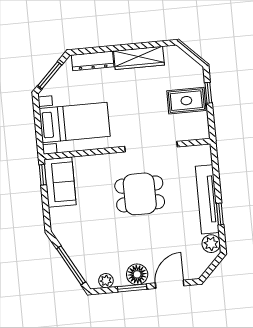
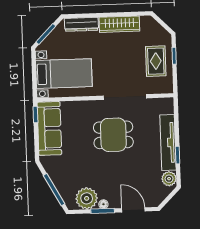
rug: (186, 101) -> (156, 61), turned 90
sofa: (60, 182) -> (49, 128), width x1.36
floor lamp: (137, 274) -> (103, 204), width x0.53, depth x0.53
plant: (106, 281) -> (87, 198), width x1.87, depth x1.87
door: (170, 284) -> (133, 210), hinge flipped

